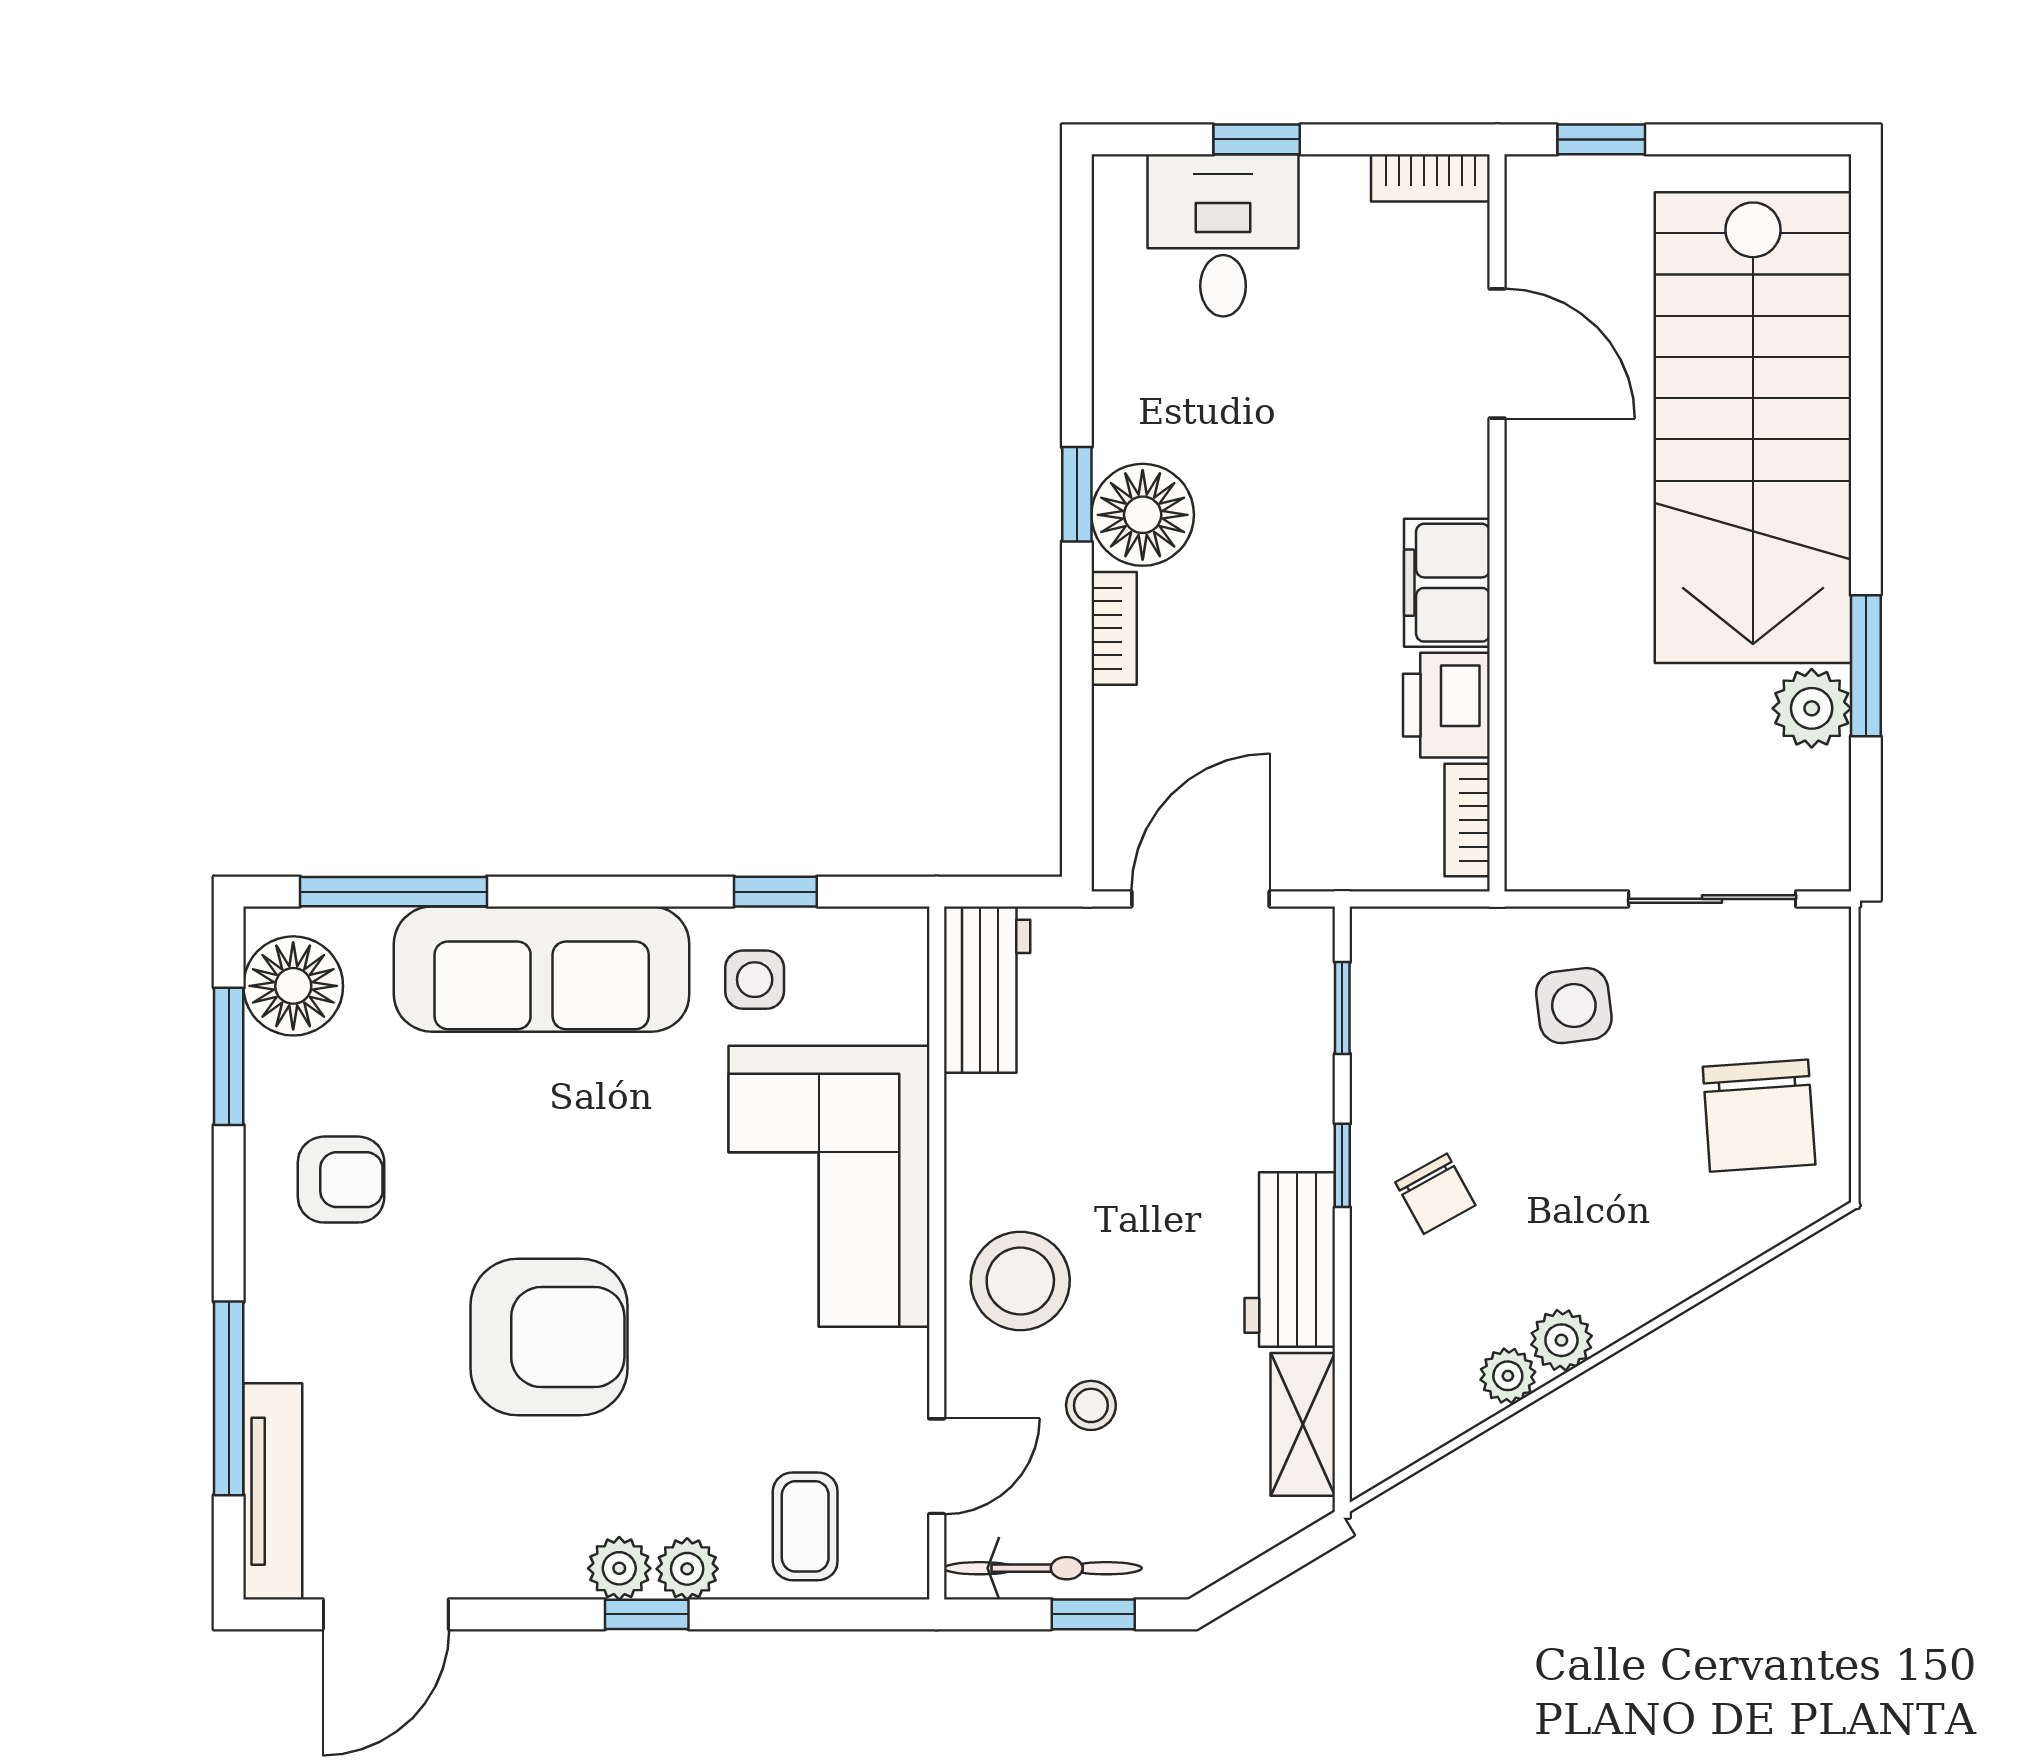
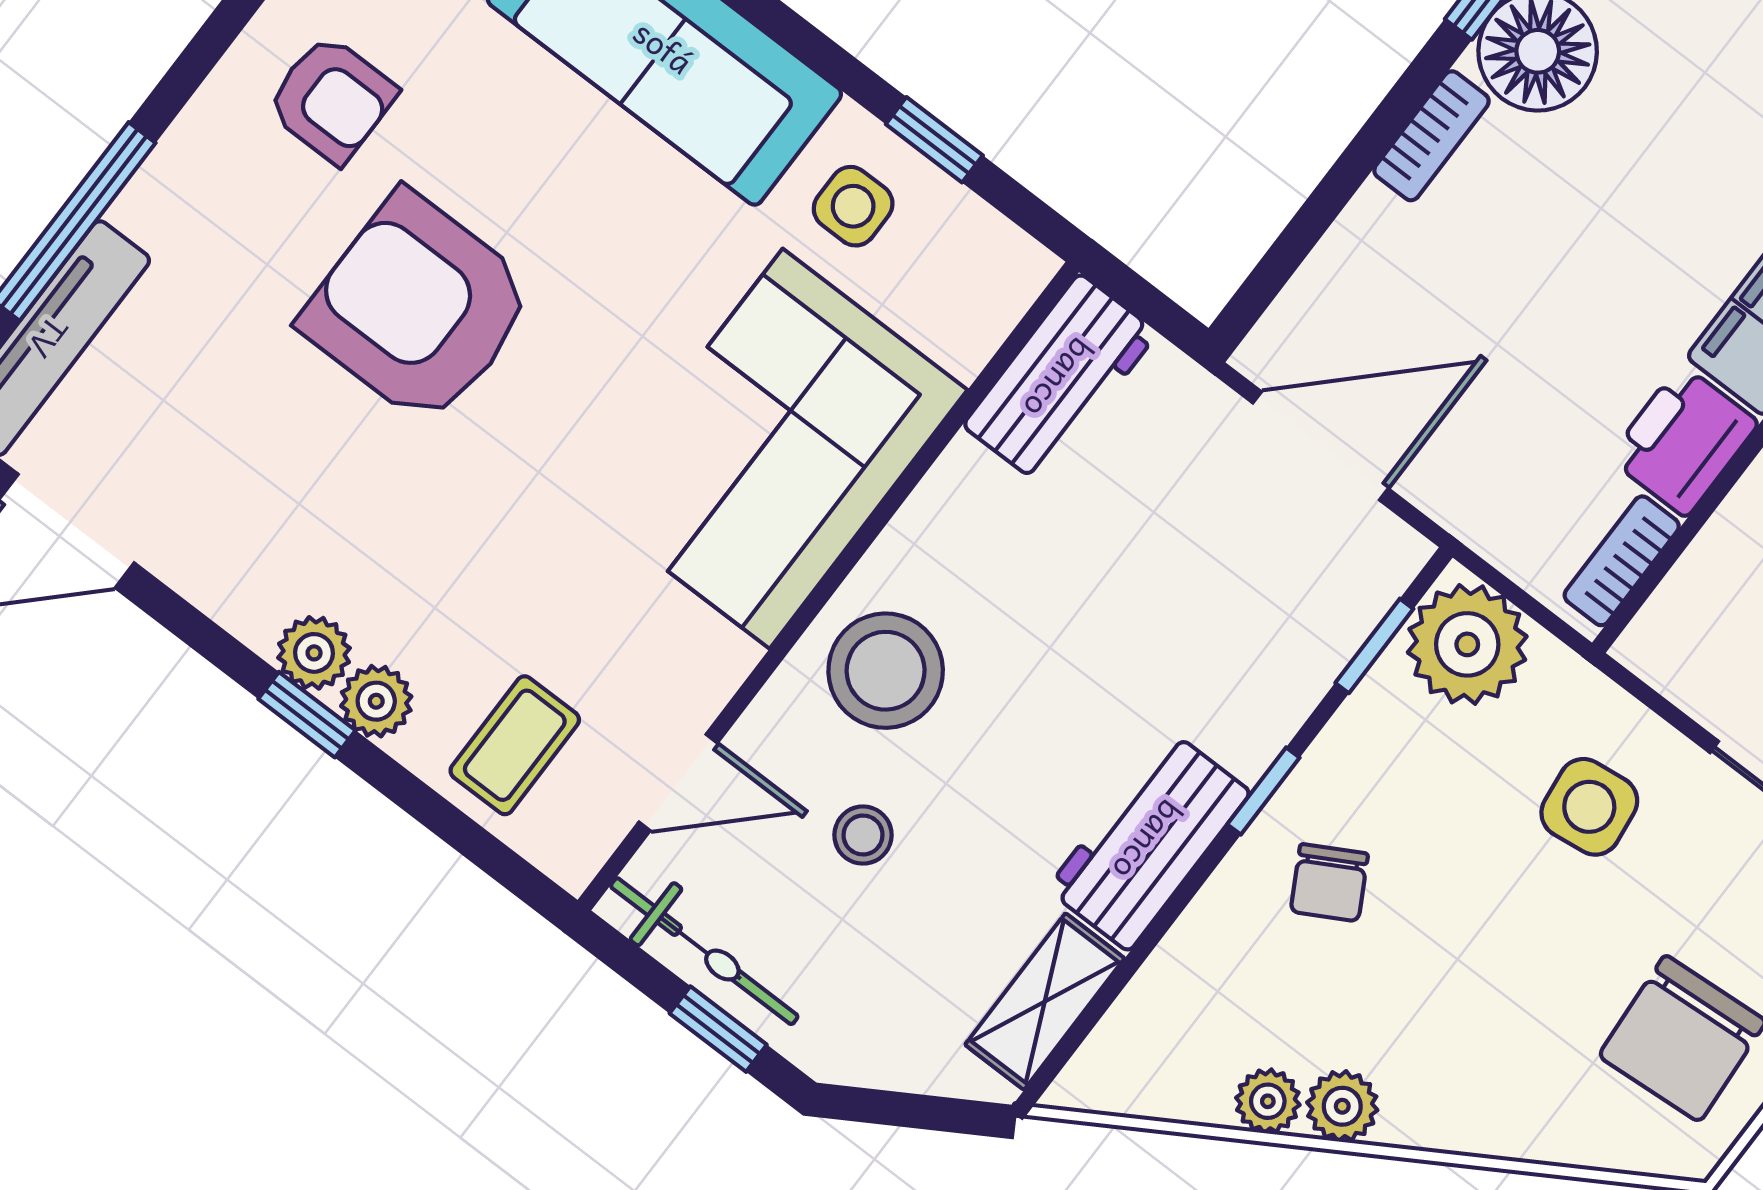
plant: (1405, 958) -> (1467, 644), added
armchair: (549, 1337) -> (418, 308), moved, turned 180

